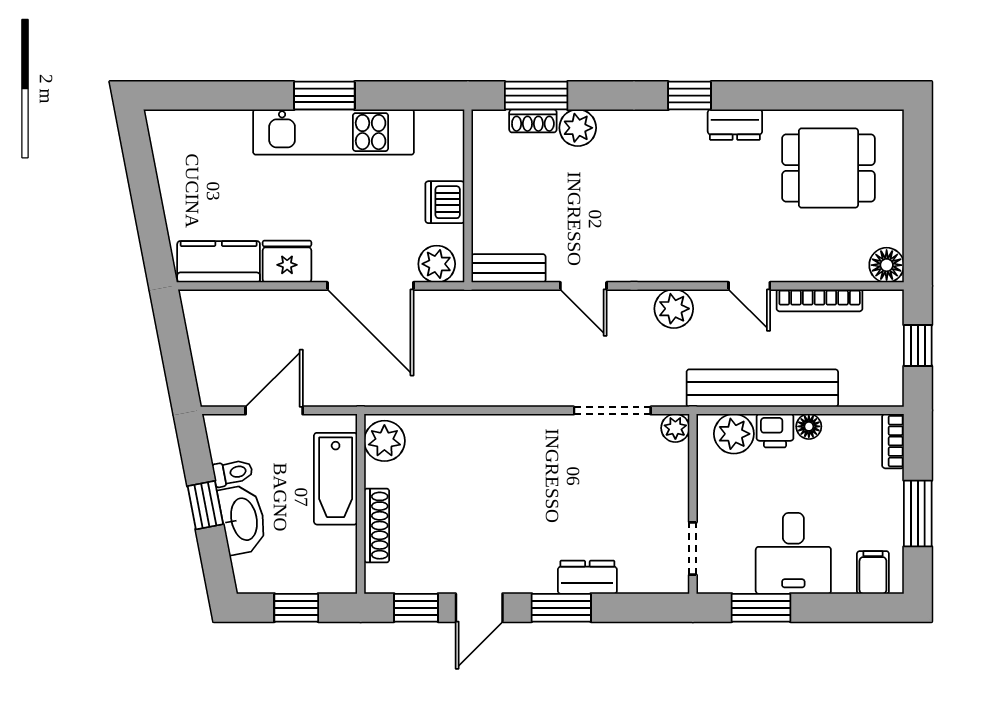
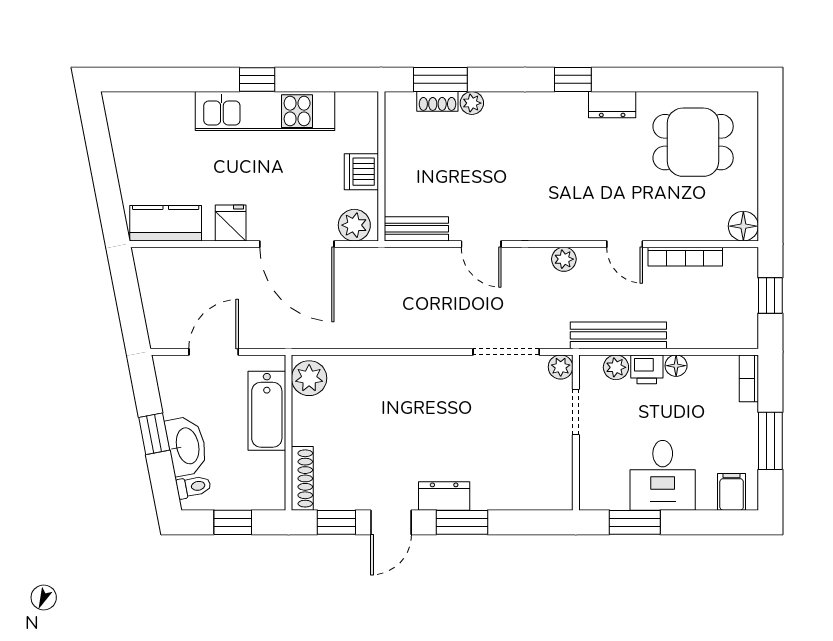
window: (324, 96) -> (257, 79), width x0.67
plant: (578, 128) -> (472, 103), width x0.73, depth x0.73
fridge: (287, 261) -> (231, 223), width x0.72
plant: (674, 309) -> (564, 259), width x0.73, depth x0.73
bench: (762, 388) -> (618, 335), width x0.73, depth x0.82
plant: (734, 434) -> (616, 367), width x0.73, depth x0.73
toilet: (233, 473) -> (193, 487), moved
shoe rack: (377, 526) -> (302, 478), moved
doorway: (693, 549) -> (576, 412), moved
dresser: (587, 577) -> (444, 496), moved

